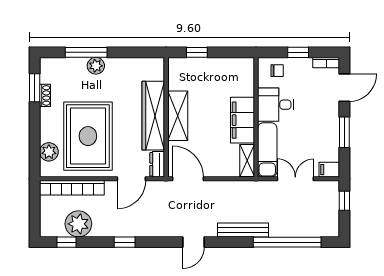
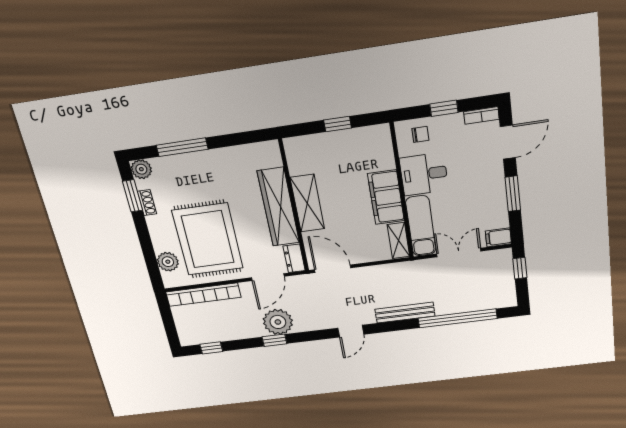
window: (197, 52) -> (338, 124), moved
plant: (96, 66) -> (141, 169), moved
plant: (78, 224) -> (278, 322), moved

